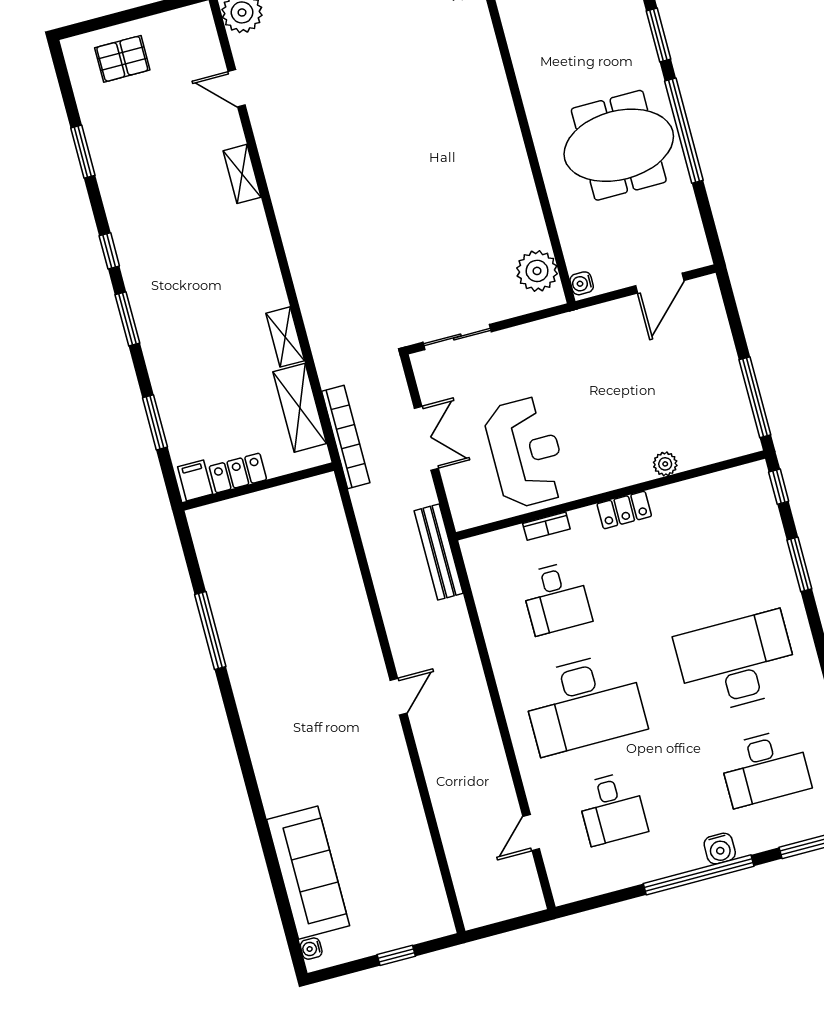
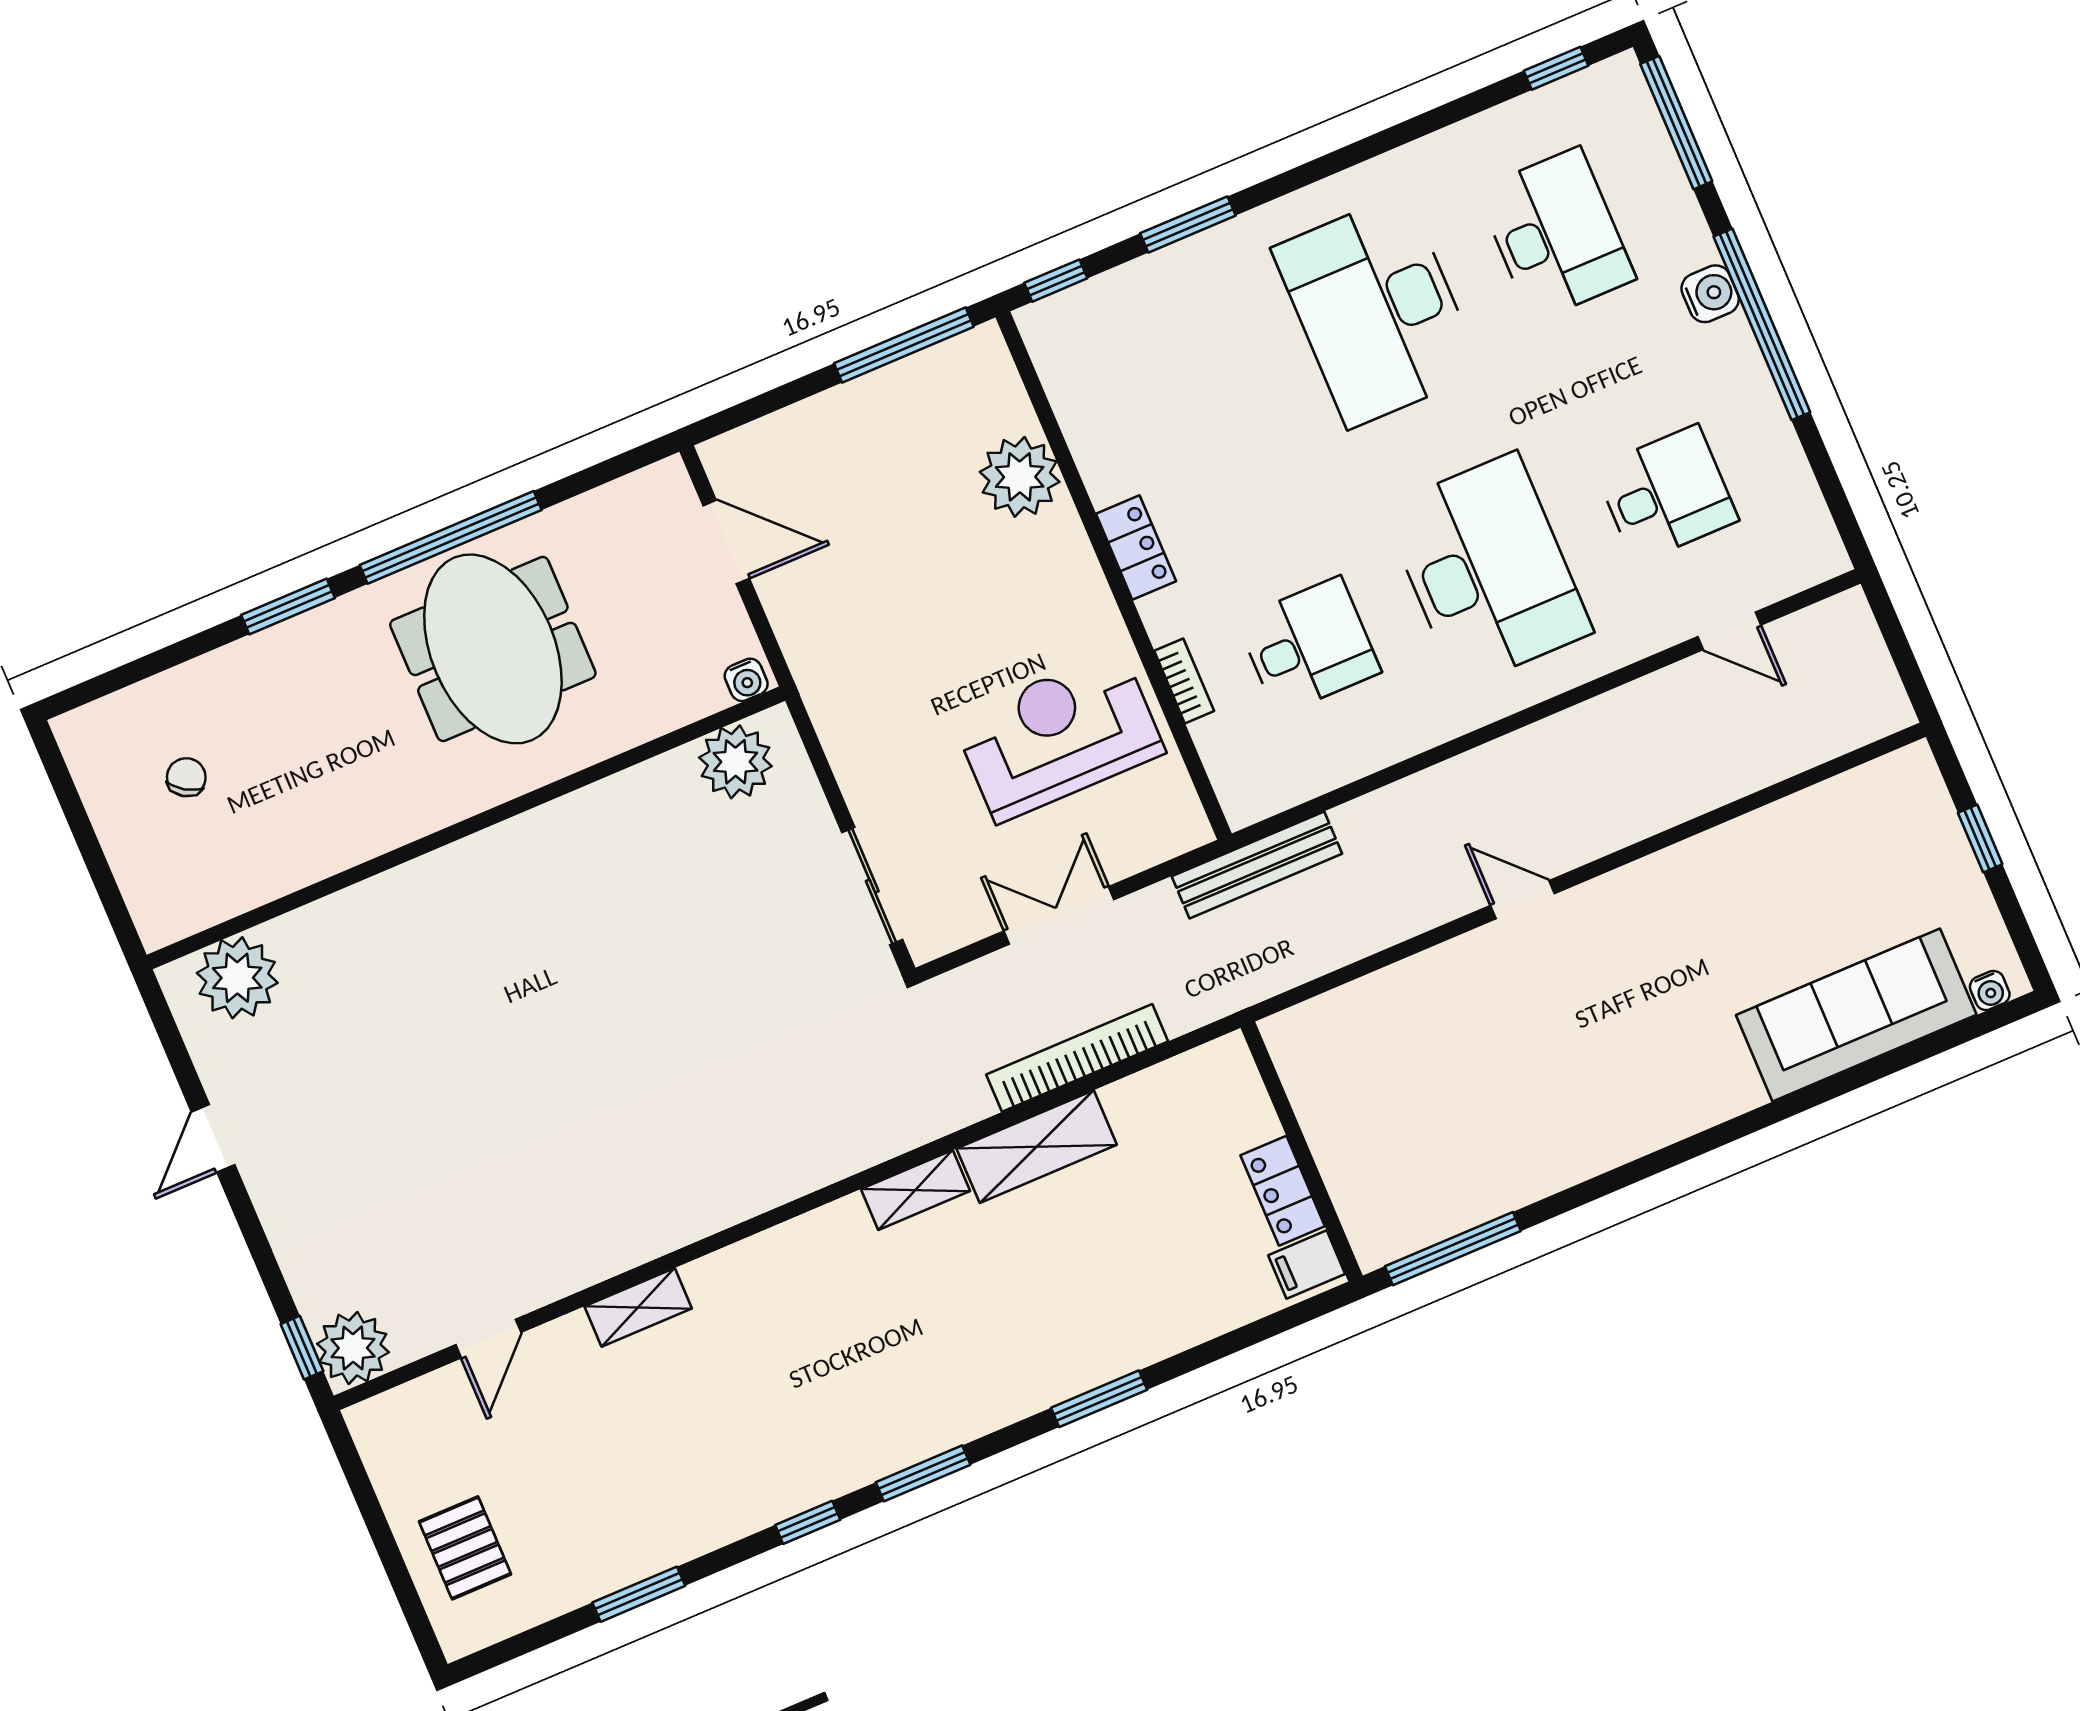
plant: (665, 464) -> (1020, 477), width x1.88, depth x1.88
locker: (238, 473) -> (1283, 1191), moved
filing cabinet: (195, 480) -> (1307, 1265), moved
wall: (258, 487) -> (1302, 1152), moved

